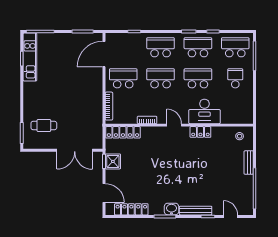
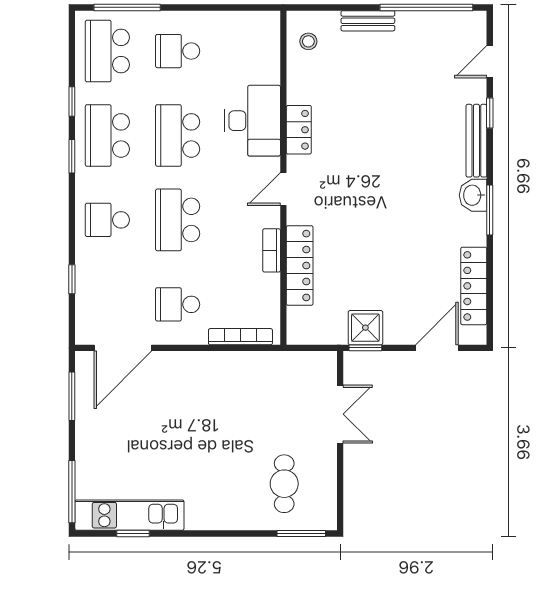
school desk: (161, 47) -> (107, 220), width x0.54
door: (104, 54) -> (123, 348), hinge flipped
school desk: (123, 78) -> (178, 304), width x0.54
locker: (123, 132) -> (300, 266), moved
double door: (75, 150) -> (340, 414), width x0.73

